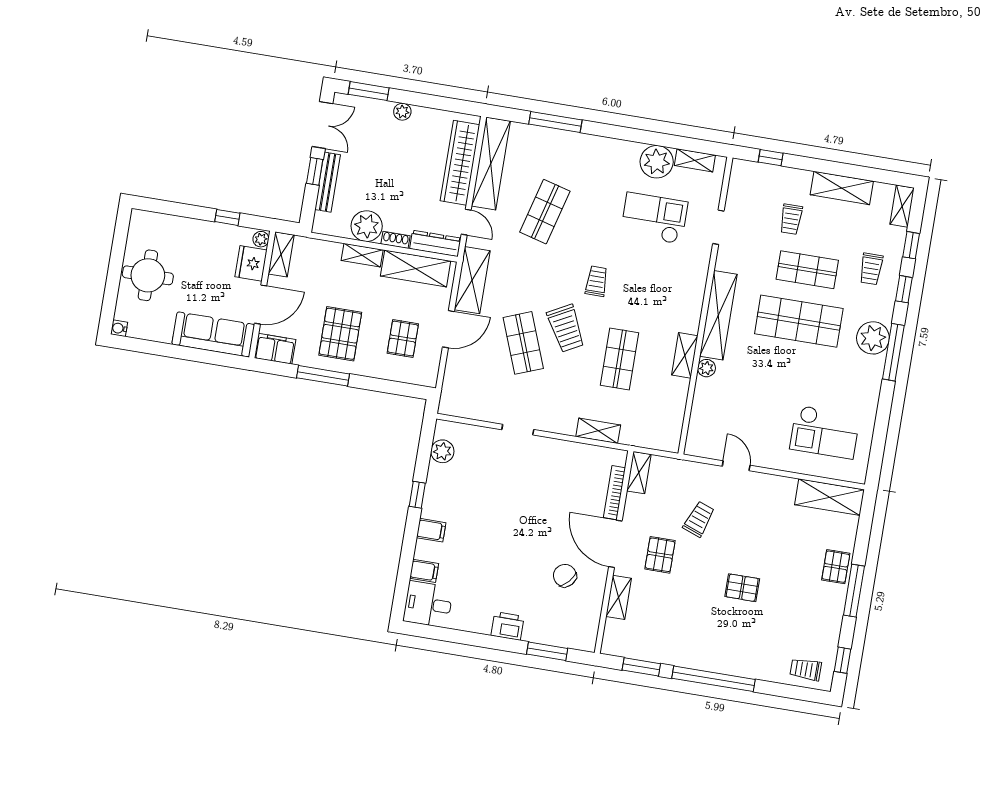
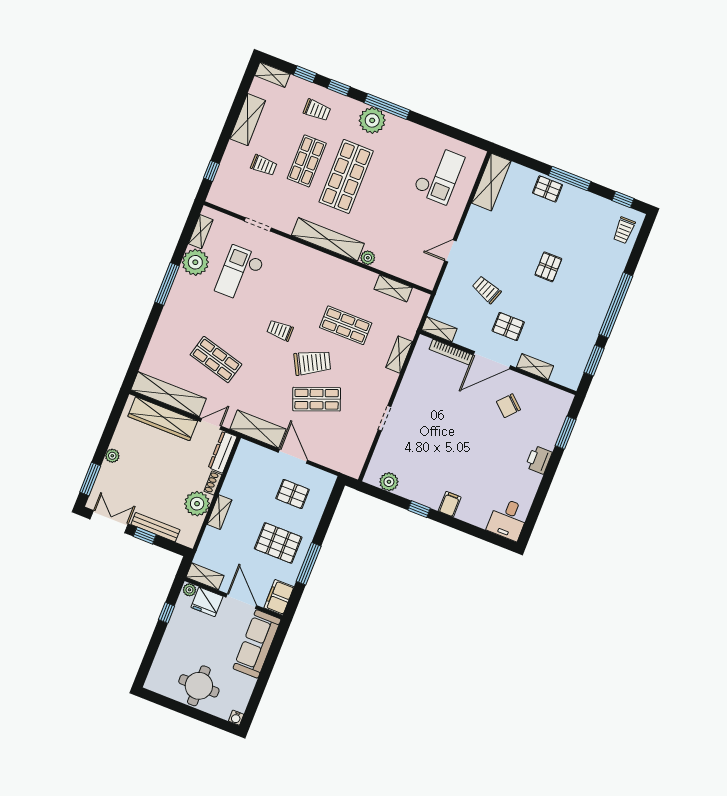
window: (555, 122) -> (167, 284), moved
shelving: (416, 268) -> (239, 472), removed
shelving: (685, 355) -> (393, 288), moved
filing cabinet: (424, 571) -> (481, 517), removed

